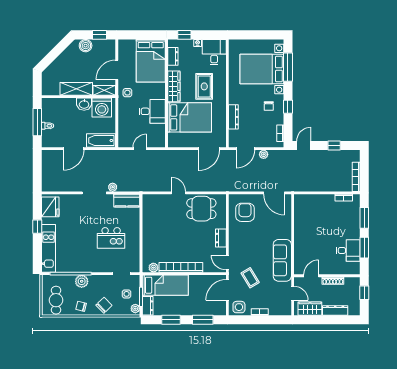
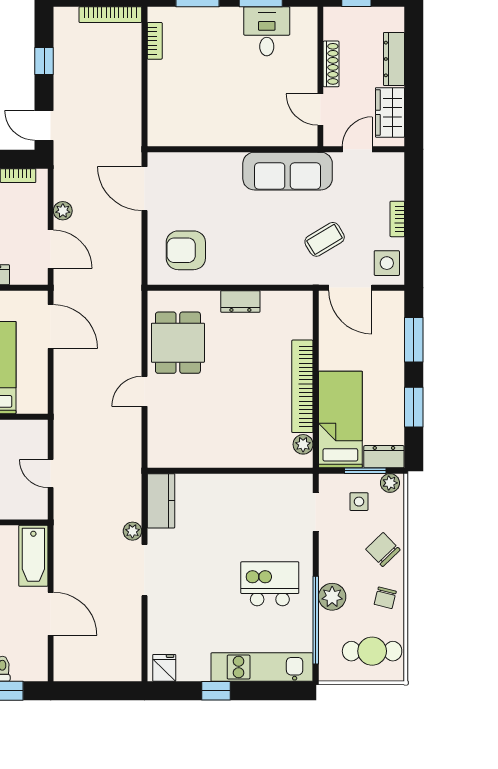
door: (274, 193) -> (144, 189), swing flipped
fridge: (50, 207) -> (164, 668), width x0.53, depth x0.75
kitchen island: (111, 238) -> (270, 584), moved, turned -90
door: (227, 263) -> (292, 288), removed

